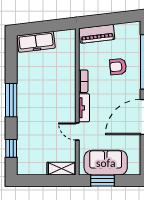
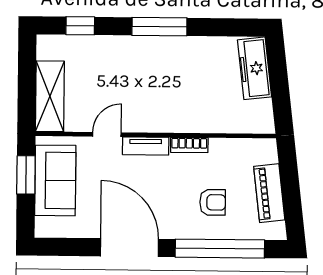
piano: (97, 34) -> (269, 193), moved
armchair: (118, 67) -> (213, 202), turned 95
shelving: (62, 169) -> (50, 96), width x1.50, depth x1.33

